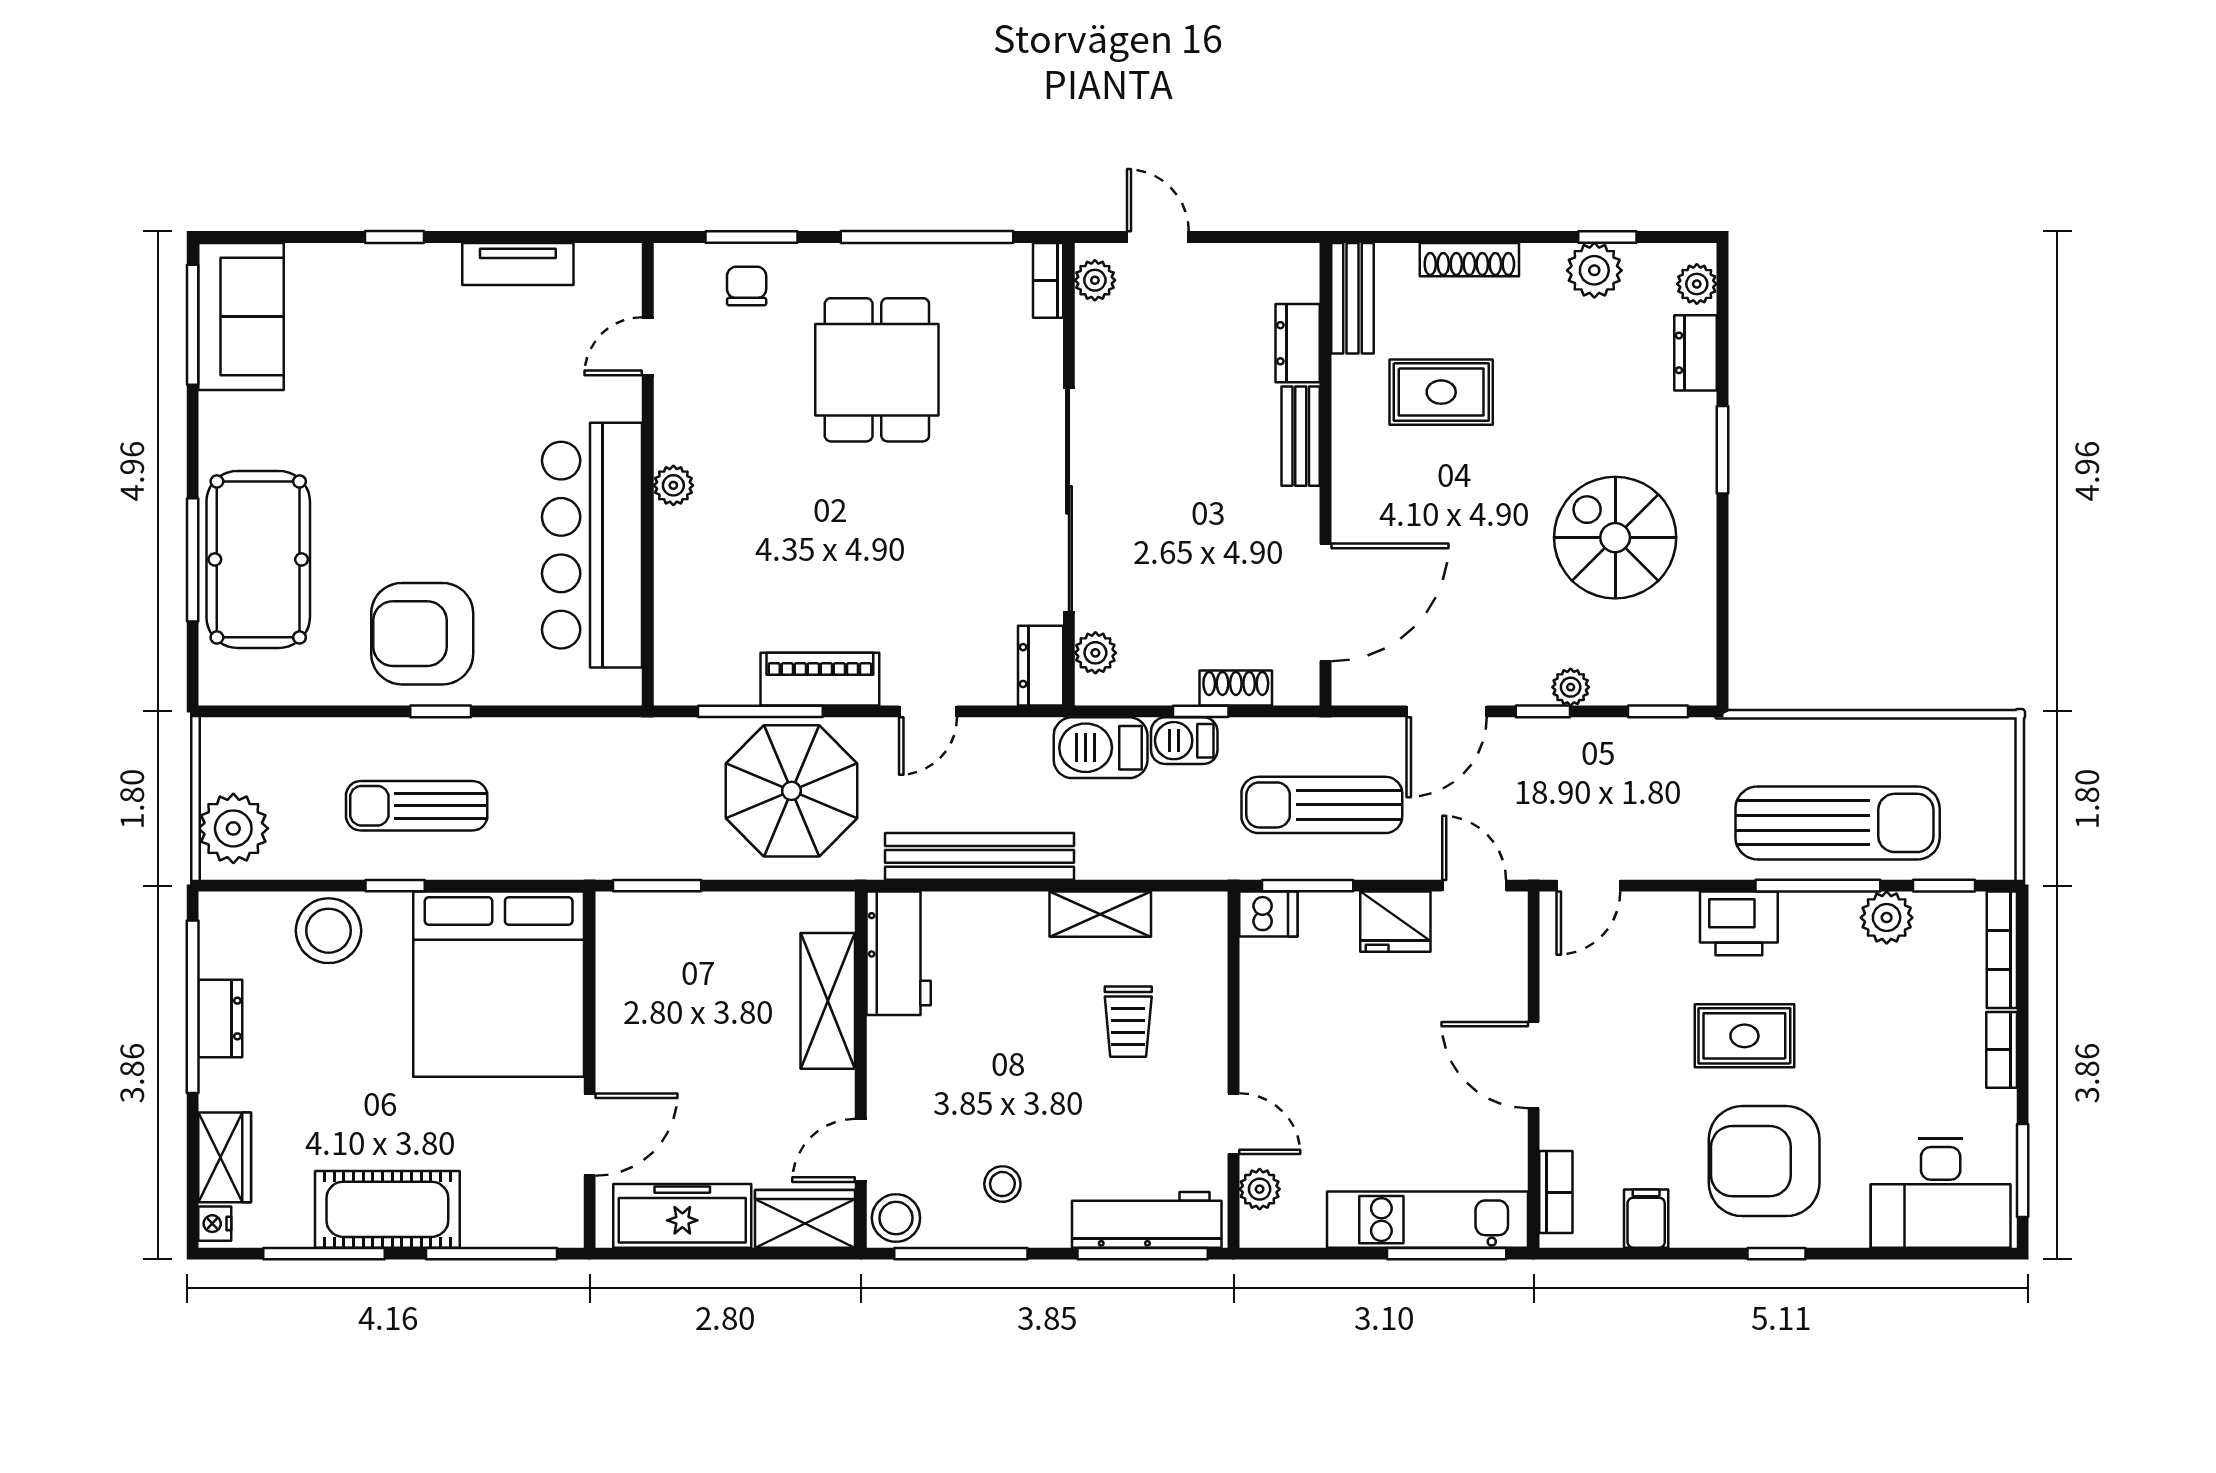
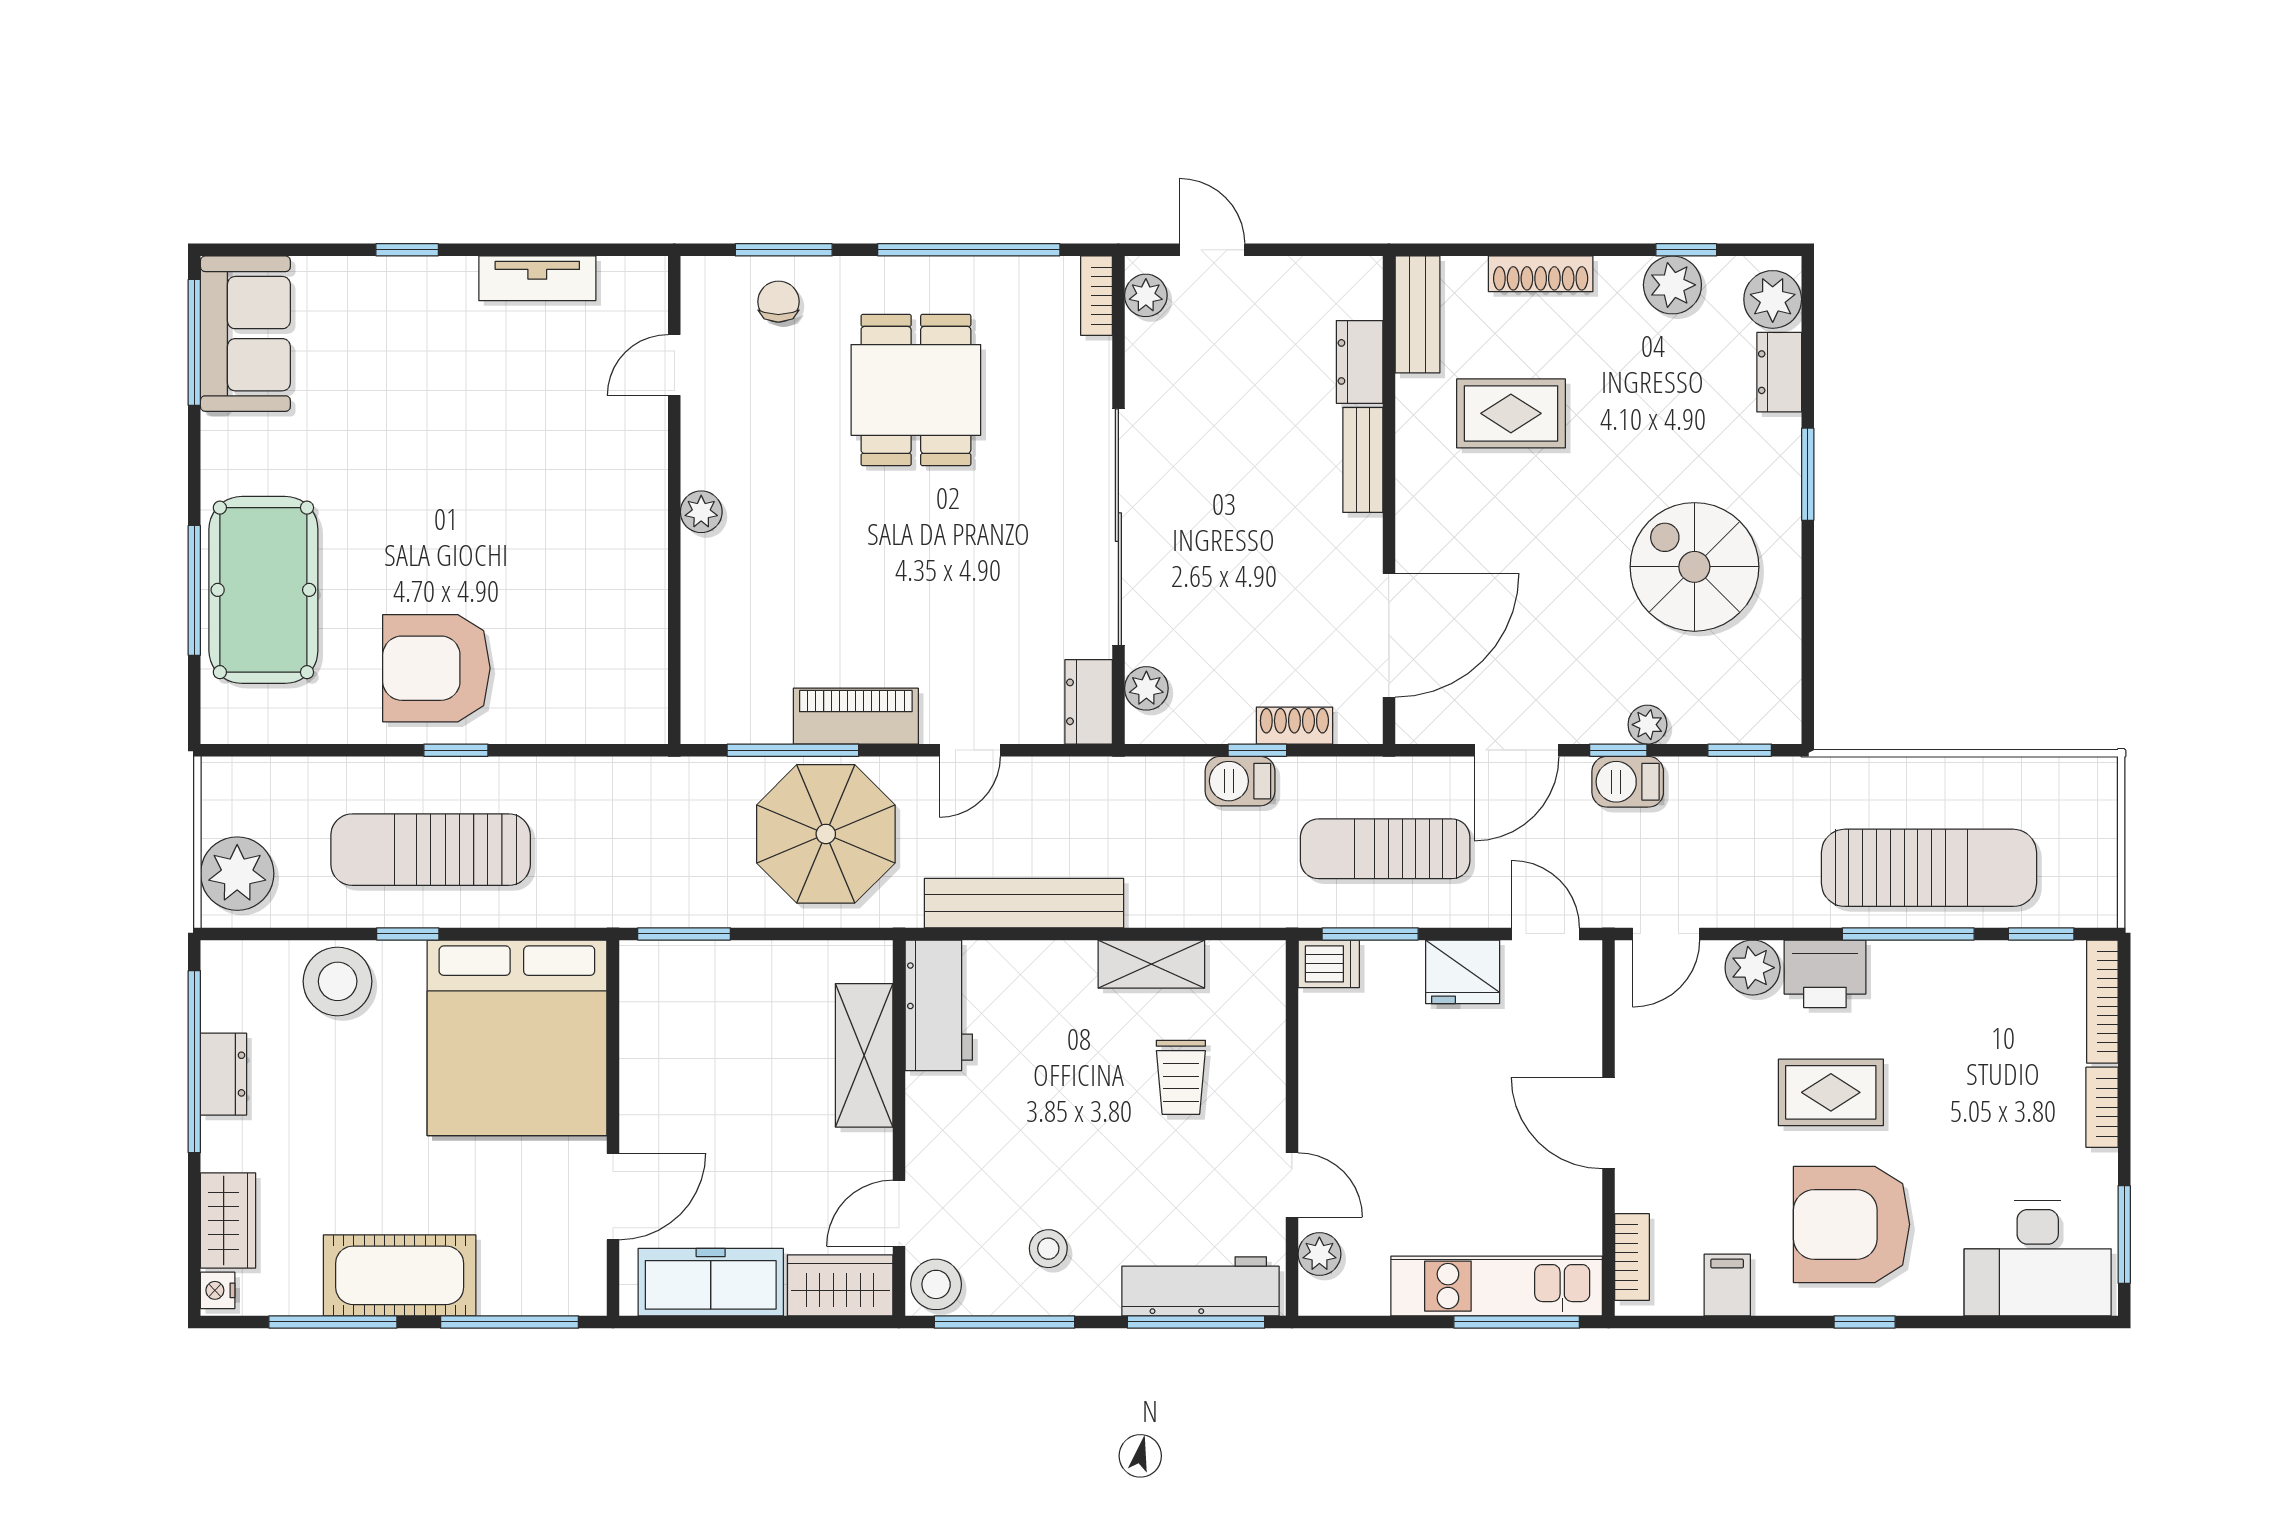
plant: (1697, 284) -> (1773, 299), width x1.38, depth x1.38
bar counter: (592, 545) -> (615, 575), removed
barbecue: (1101, 748) -> (1628, 782), moved, width x0.73, depth x0.79
sun lounger: (417, 806) -> (431, 850), width x1.36, depth x1.34
plant: (1887, 918) -> (1753, 968), moved

